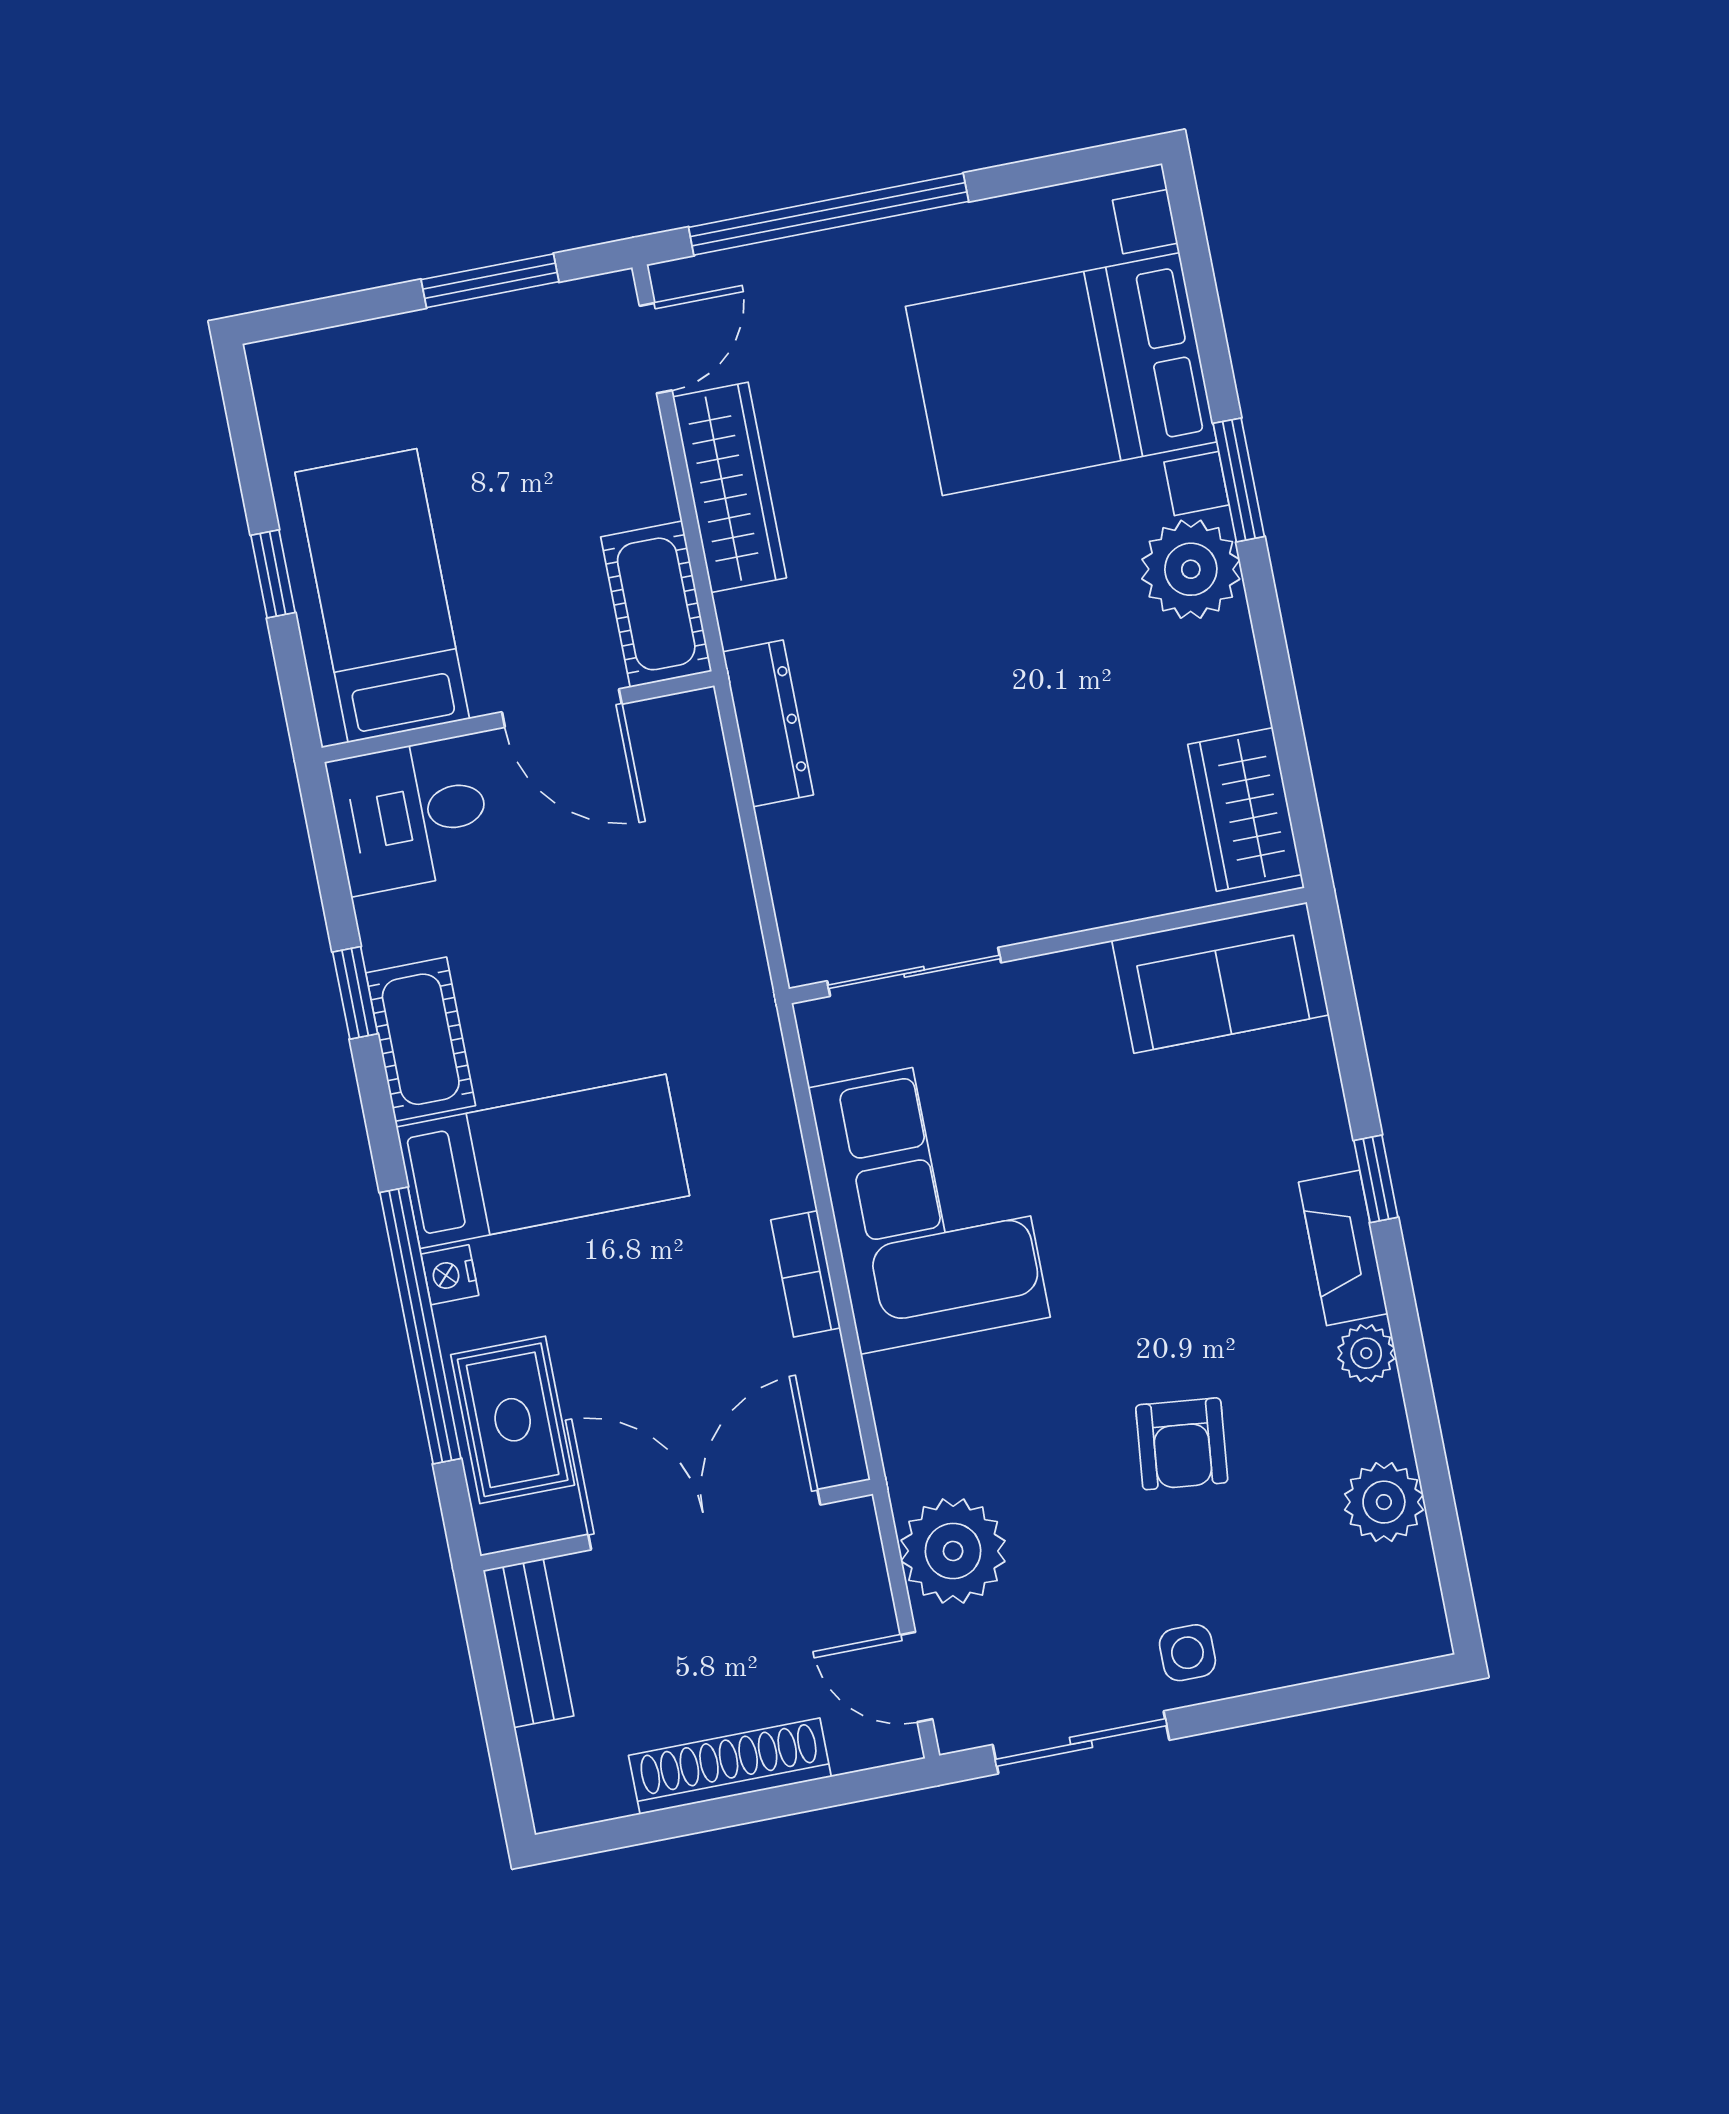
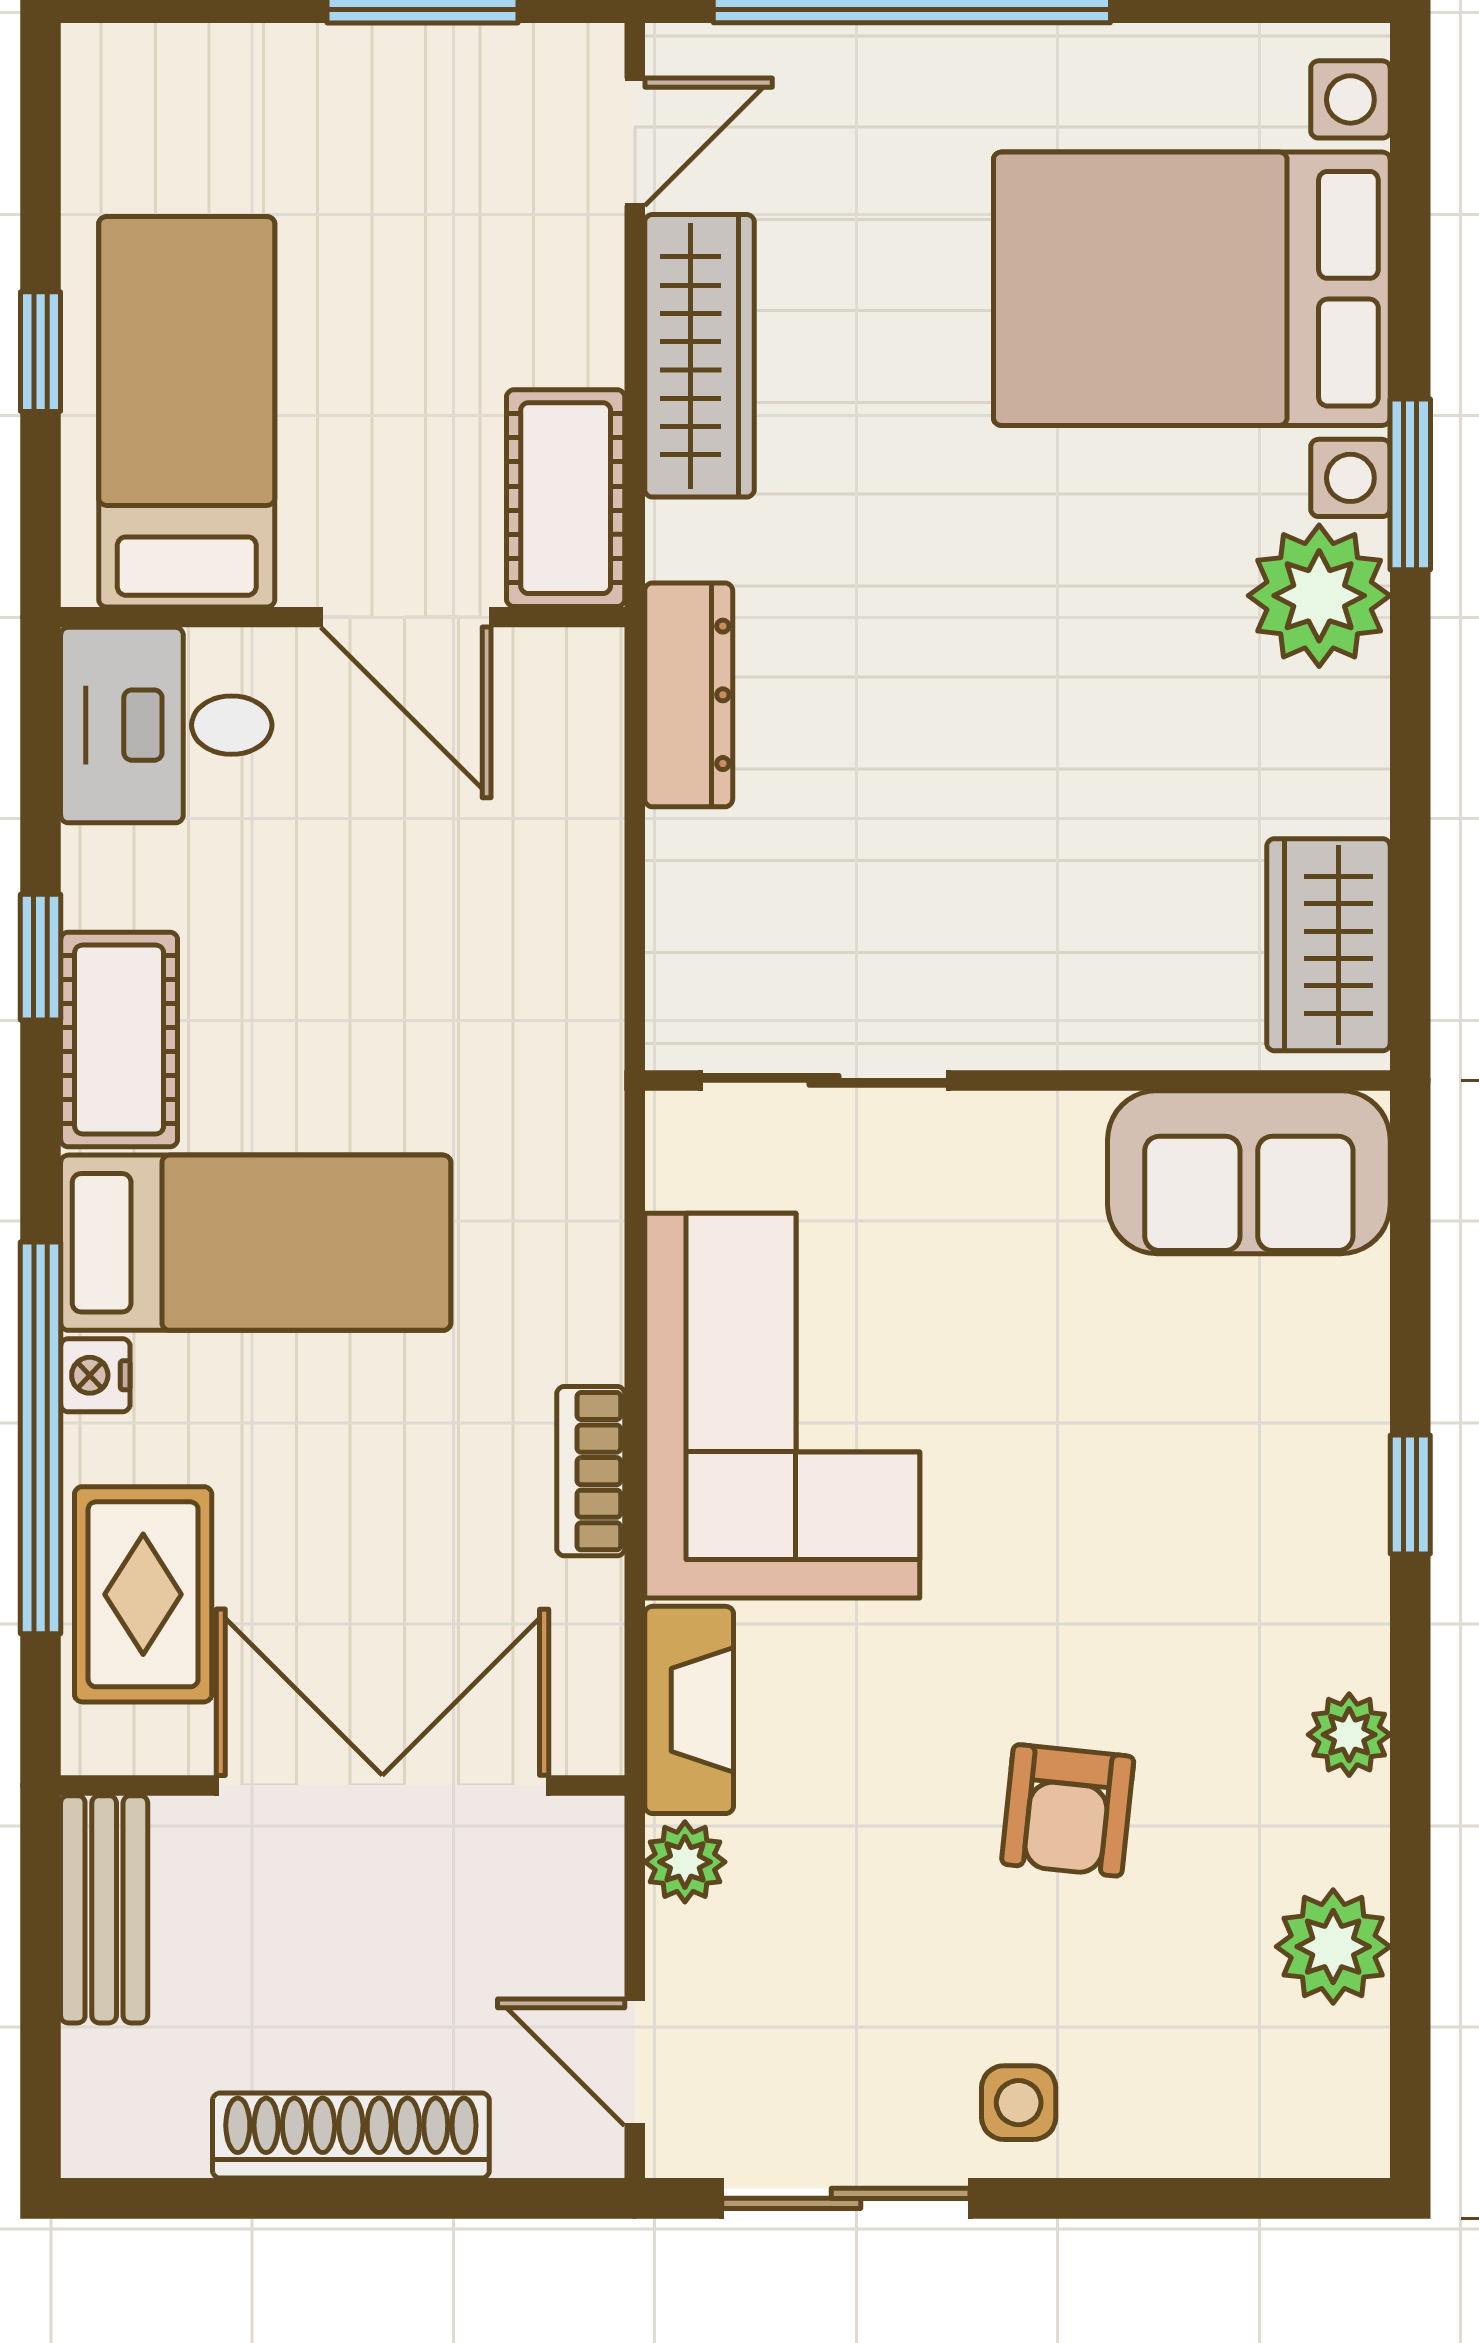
fireplace: (1343, 1248) -> (689, 1710), moved, turned 180
plant: (953, 1551) -> (685, 1862), width x0.53, depth x0.53

